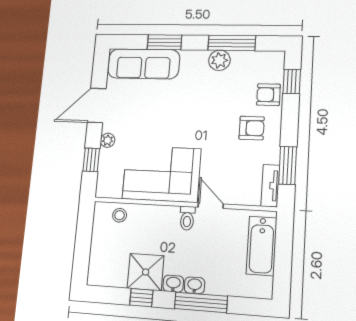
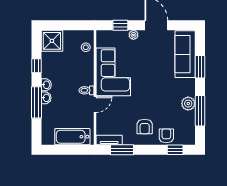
shower: (146, 272) -> (52, 41), moved

